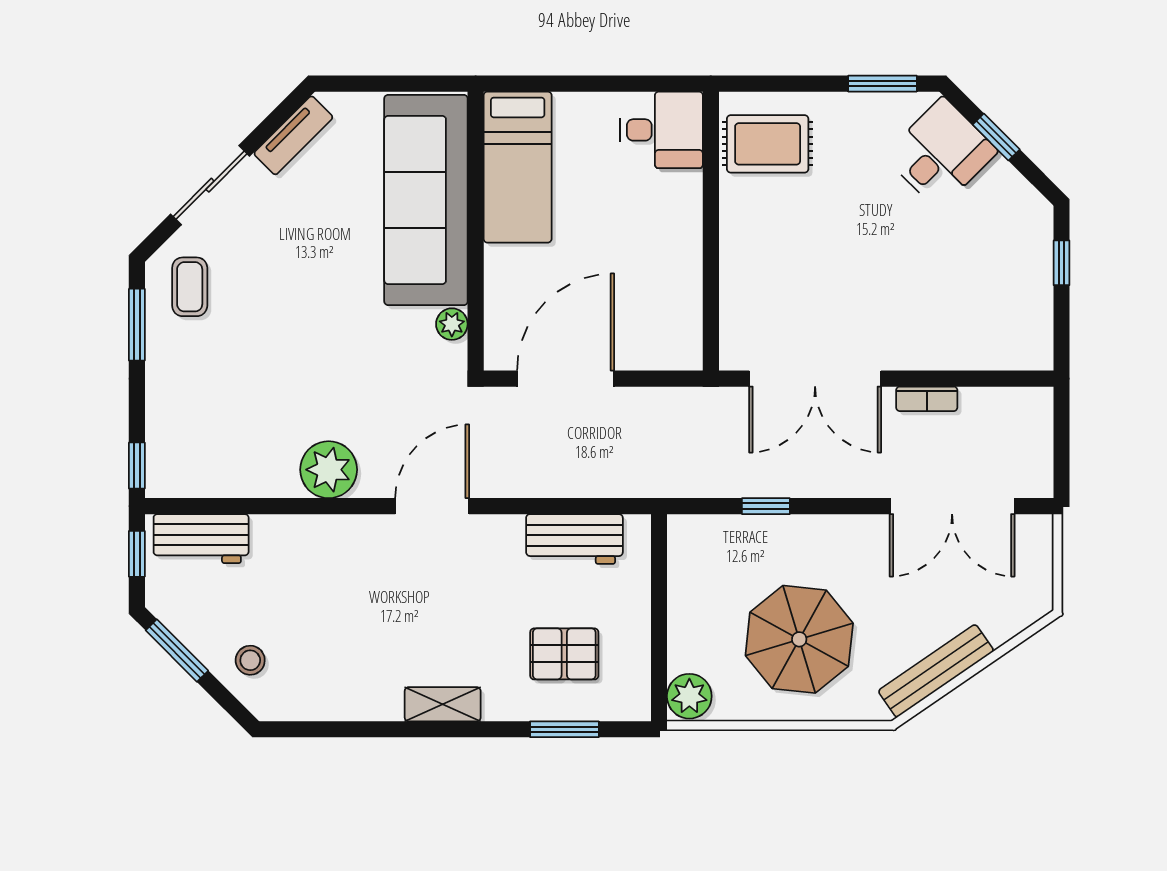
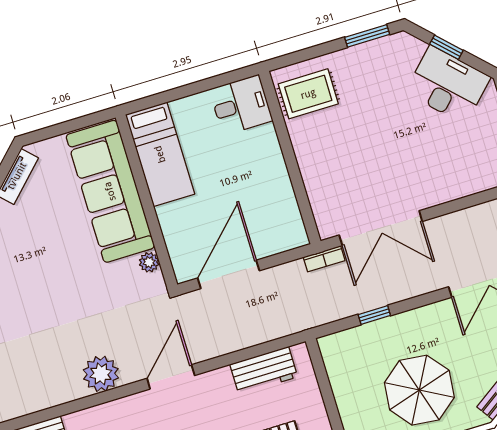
desk: (941, 154) -> (448, 85), moved, width x1.37
bookcase: (927, 399) -> (324, 259), moved

